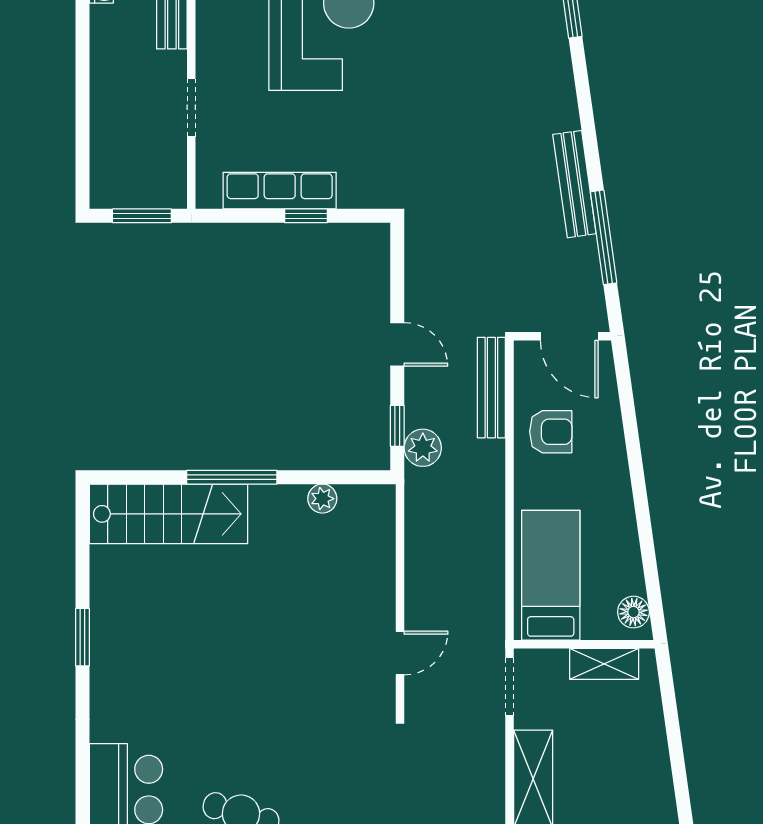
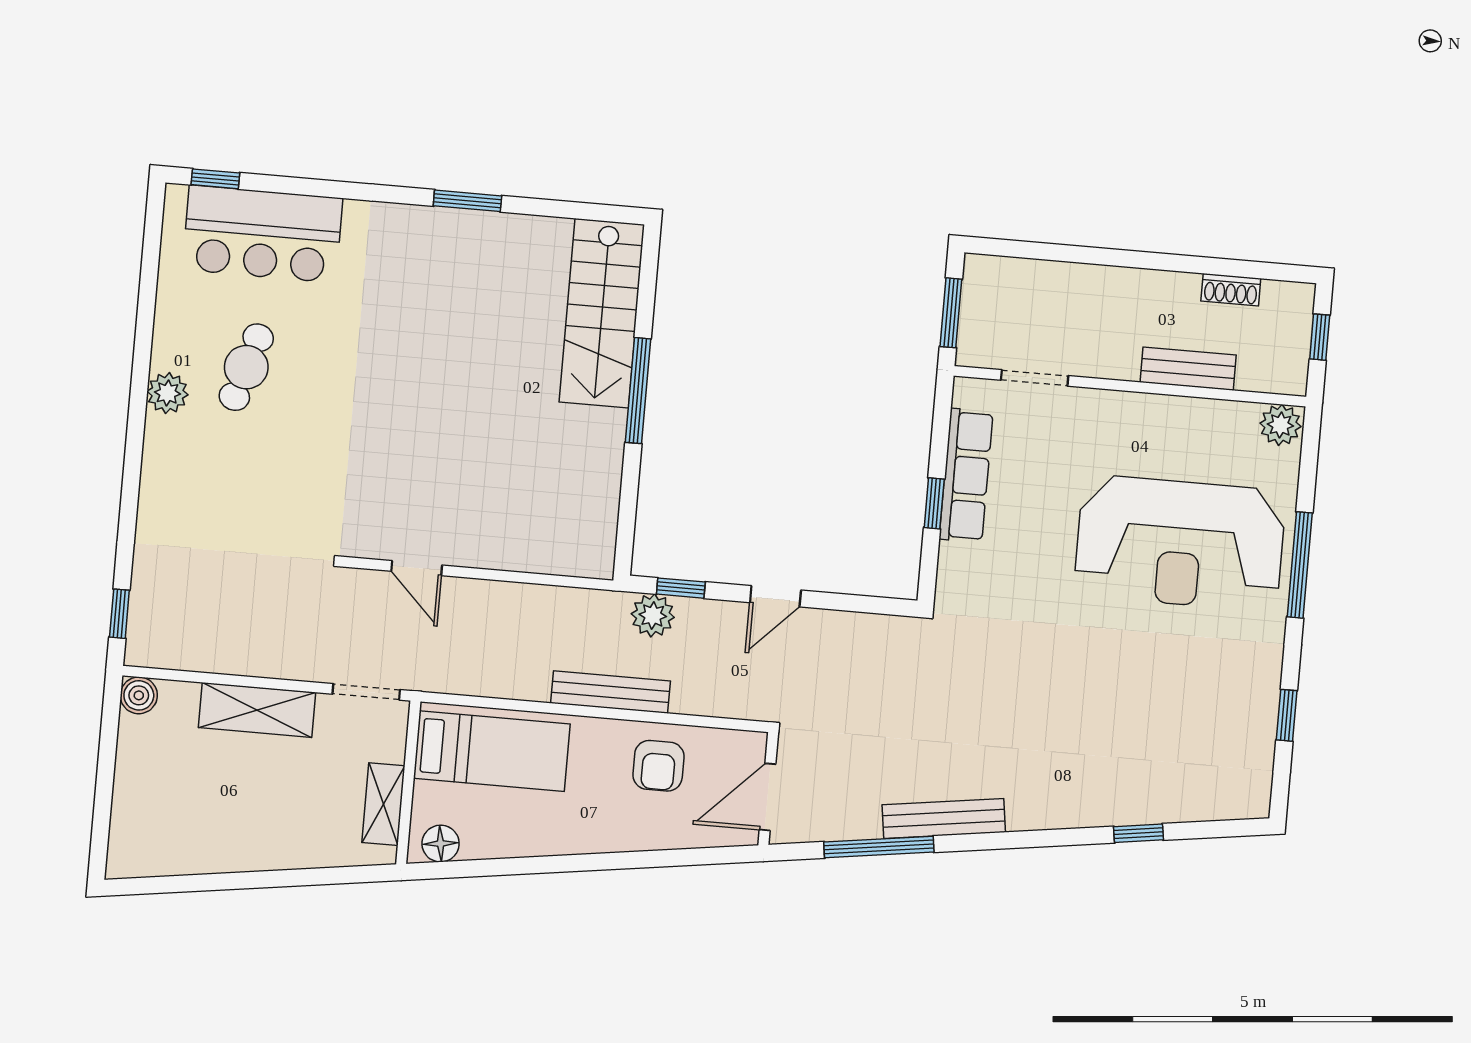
doorway: (191, 108) -> (1035, 378), moved
bench: (491, 388) -> (611, 692), moved
plant: (322, 499) -> (604, 494), removed

